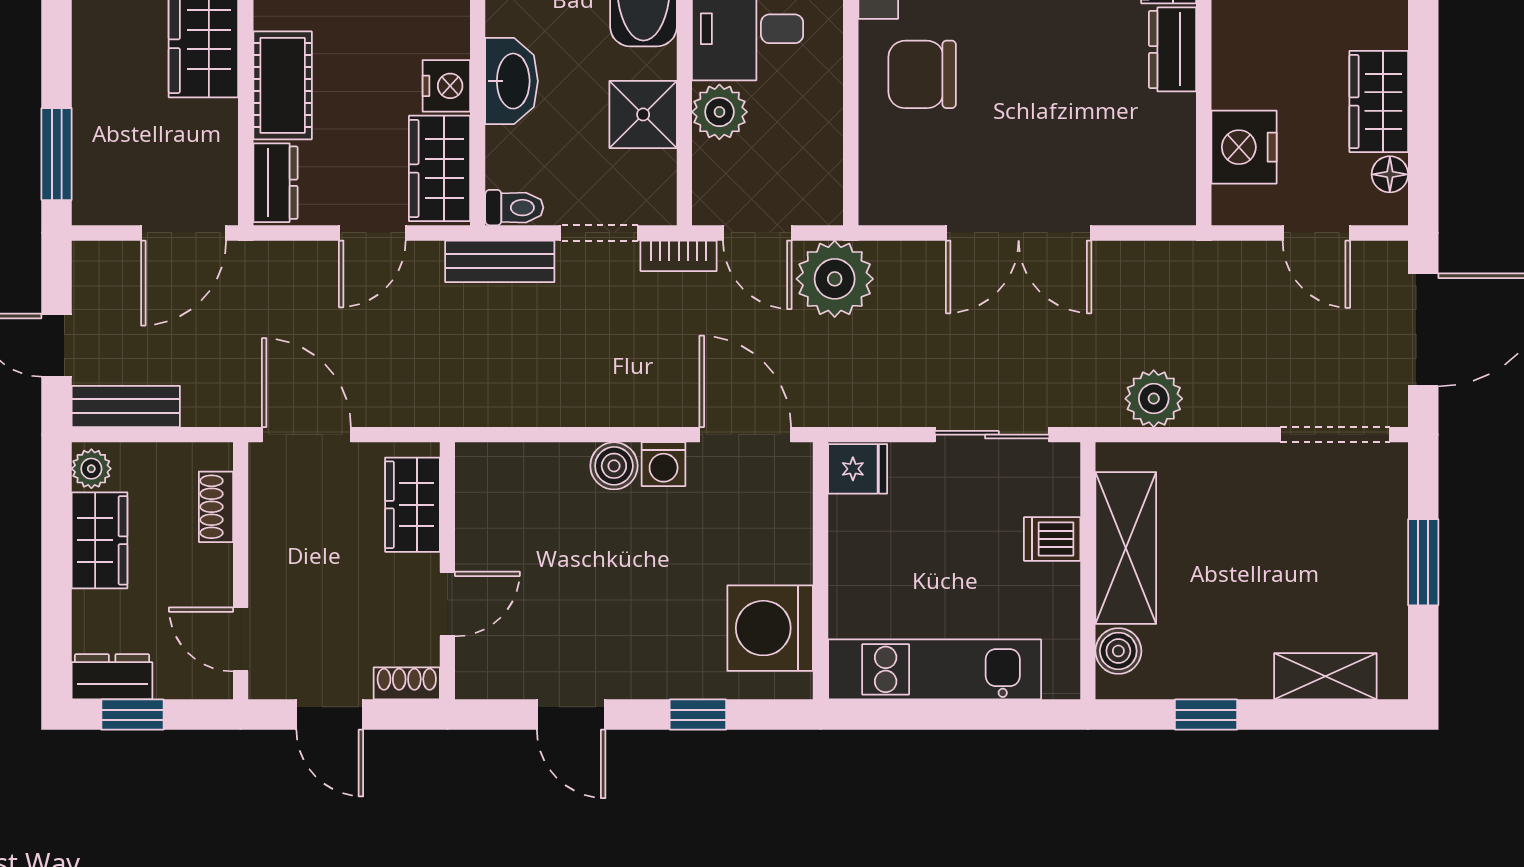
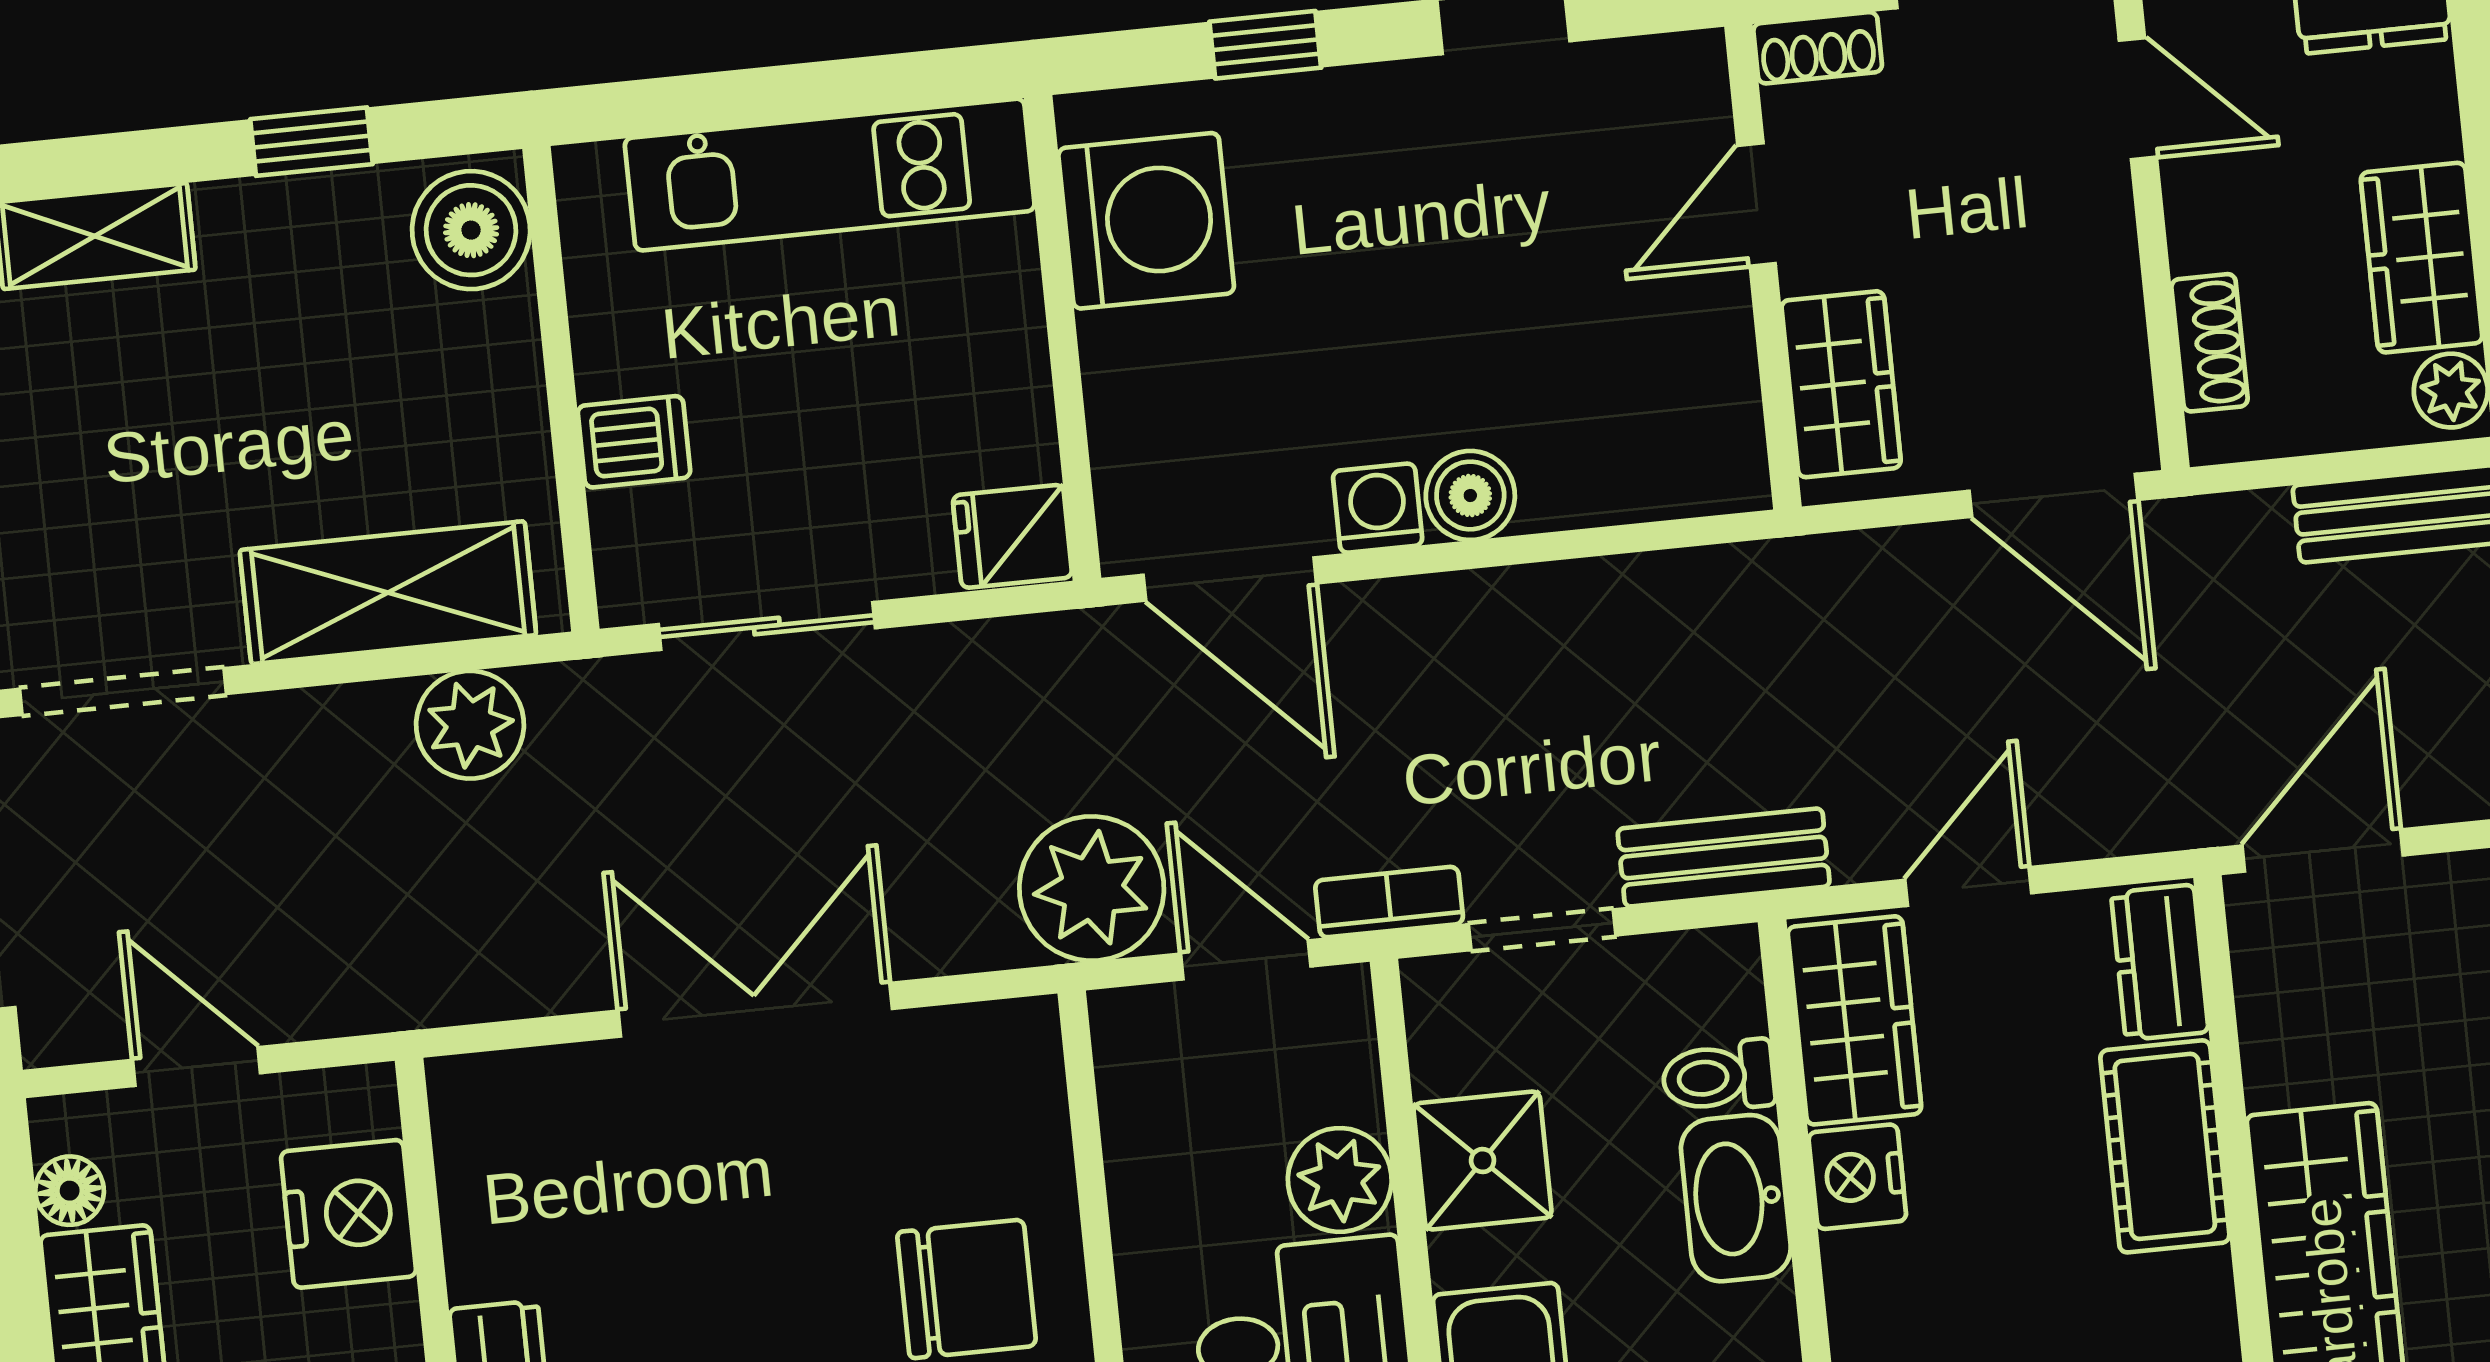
toilet: (514, 208) -> (1718, 1077), moved
shelving: (1126, 548) -> (388, 593), moved, turned 90
boiler: (1118, 651) -> (471, 230), width x1.36, depth x1.36

